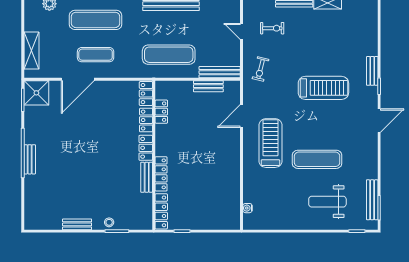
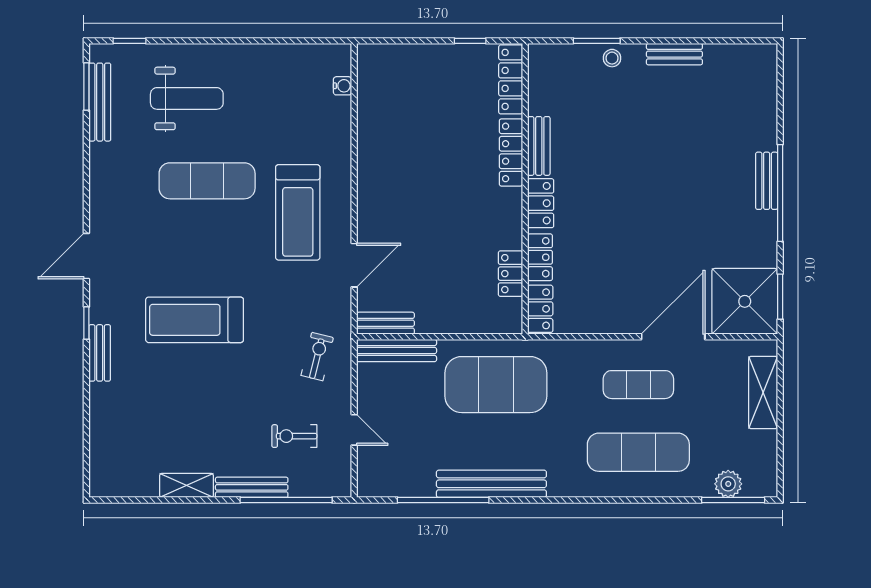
exercise mat: (169, 55) -> (496, 385), width x1.47
bench: (208, 86) -> (385, 323), moved
shower: (36, 93) -> (745, 301), width x1.37, depth x1.37

